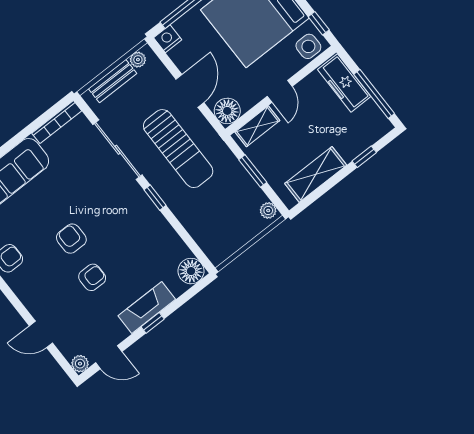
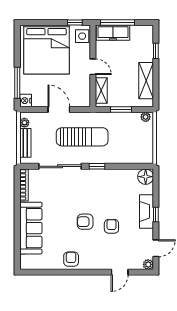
window: (374, 94) -> (118, 22), moved
floor lamp: (227, 111) -> (83, 99), removed

